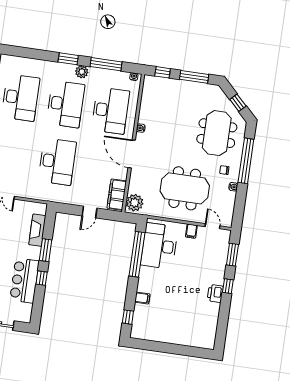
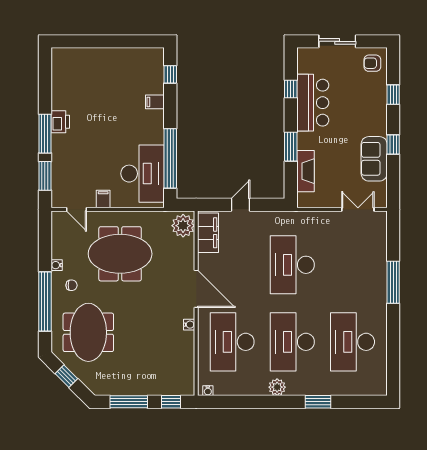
window: (68, 59) -> (318, 402), moved
window: (106, 64) -> (247, 402), removed
window: (42, 278) -> (291, 89), moved
window: (228, 286) -> (45, 134), width x2.17

